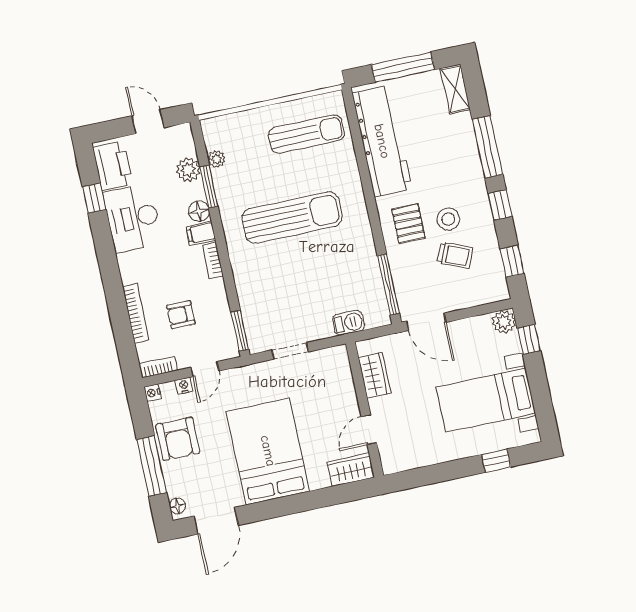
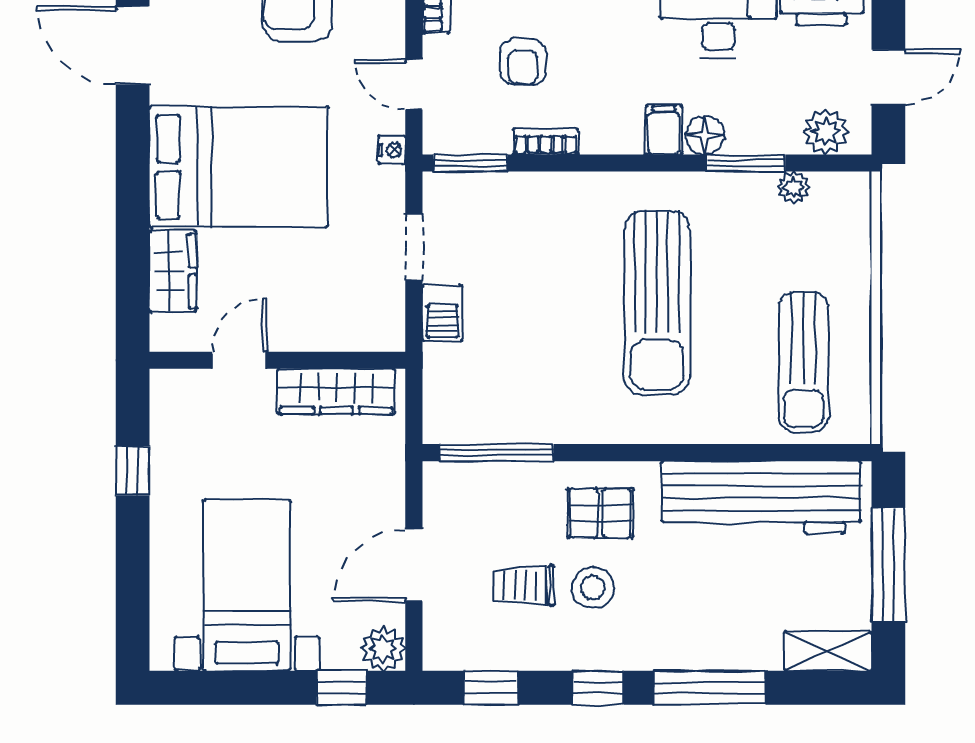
plant: (188, 170) -> (826, 132), moved
trolley: (455, 255) -> (524, 586), turned 67
bookcase: (213, 260) -> (546, 141), moved
armchair: (181, 315) -> (523, 62), turned 180
door: (426, 322) -> (414, 565), moved
barbecue: (349, 323) -> (442, 313), moved
wardrobe: (374, 375) -> (336, 391), width x1.50
nightstand: (184, 386) -> (392, 150), moved
door: (369, 430) -> (239, 360), hinge flipped
window: (496, 461) -> (133, 471), moved
wardrobe: (351, 470) -> (173, 271), moved

